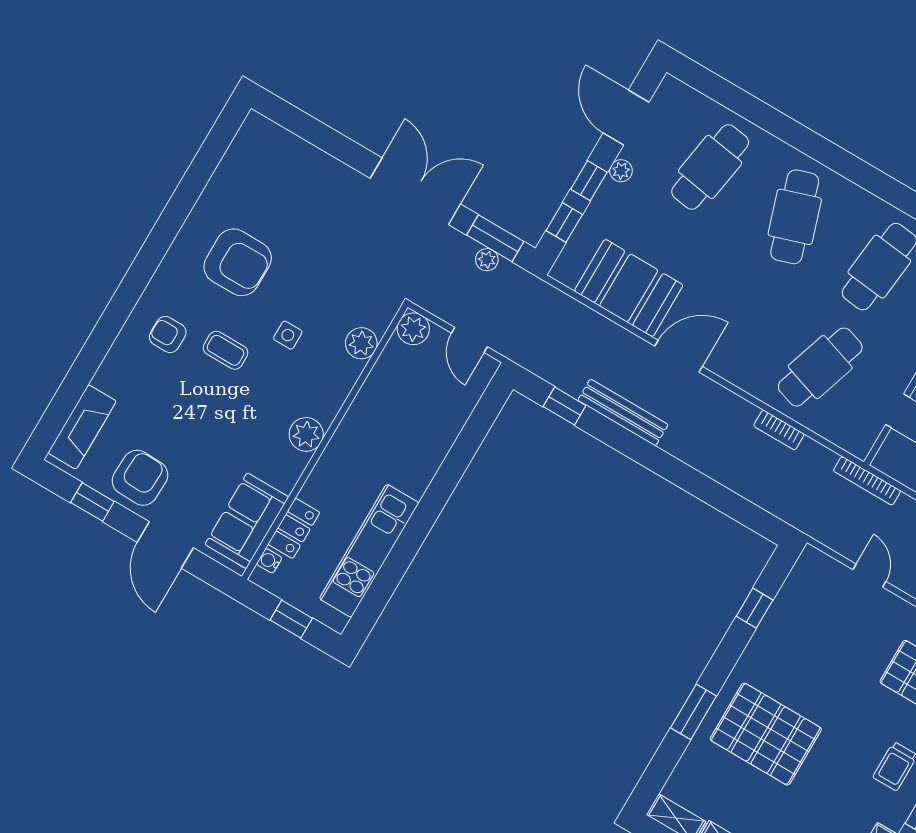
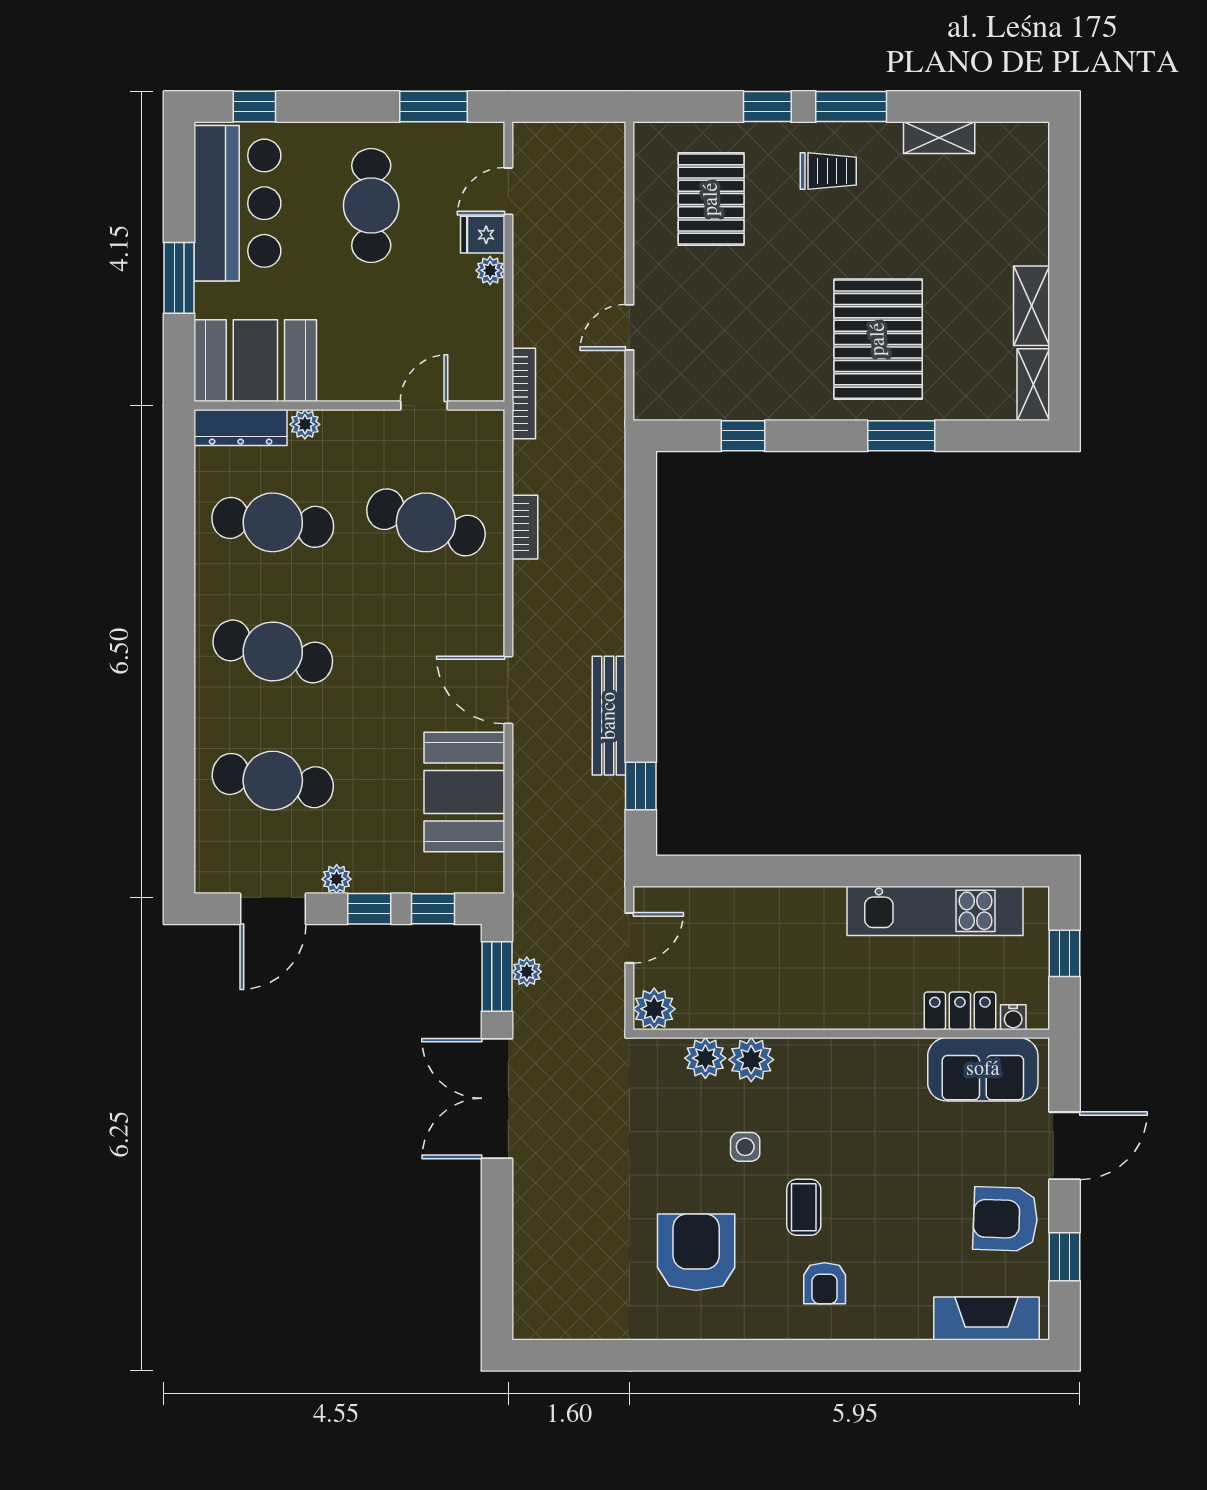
cafe table: (795, 217) -> (273, 651), turned 33
plant: (306, 434) -> (751, 1060), moved

